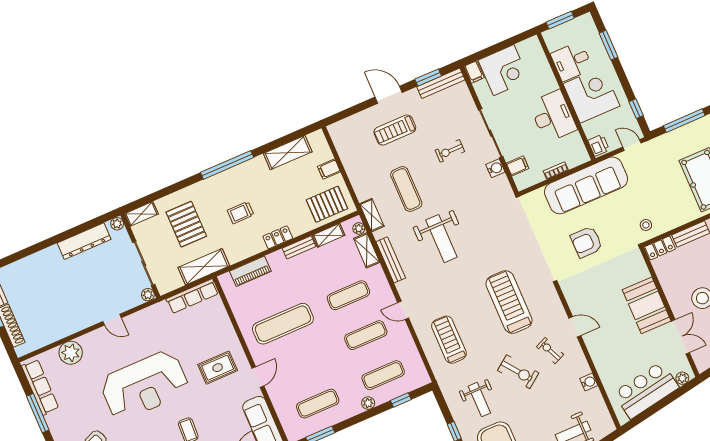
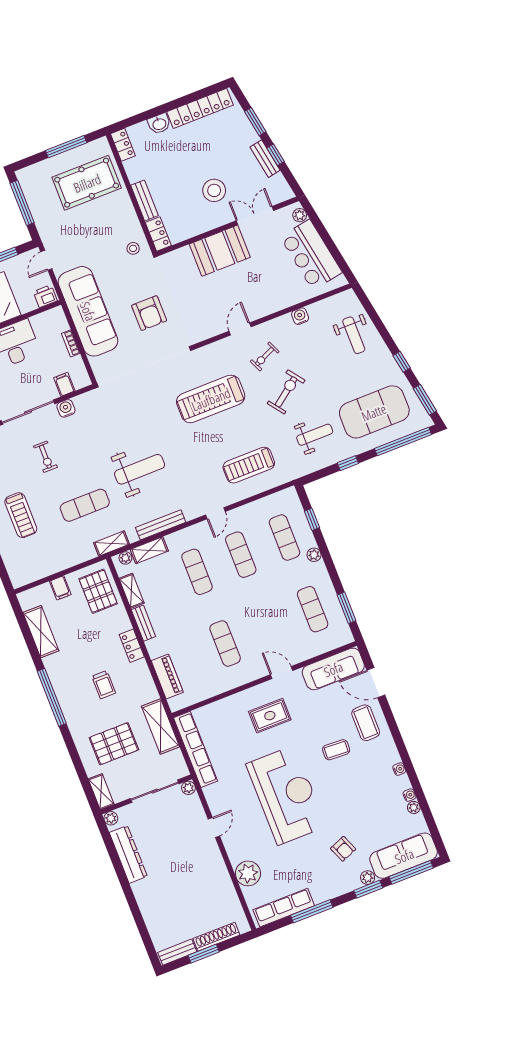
row of seats: (192, 296) -> (196, 749), width x1.36
exercise mat: (283, 324) -> (225, 643), width x0.73, depth x0.69
rug: (218, 368) -> (270, 716), turned 90

